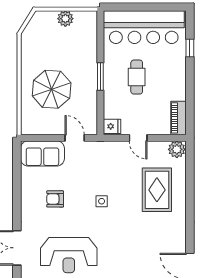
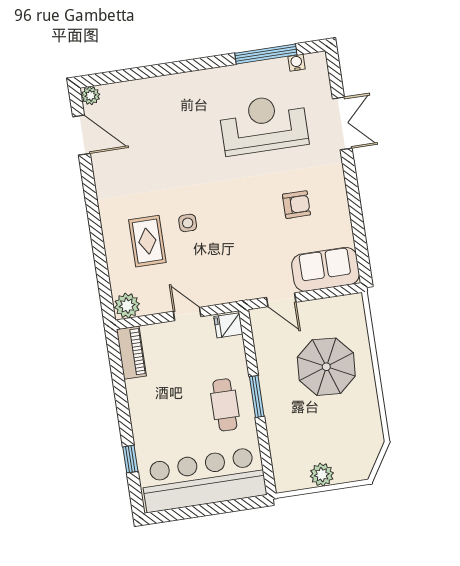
cafe table: (137, 77) -> (225, 405), moved
rug: (157, 190) -> (147, 241), width x0.73, depth x0.70
side table: (102, 201) -> (188, 223), moved

